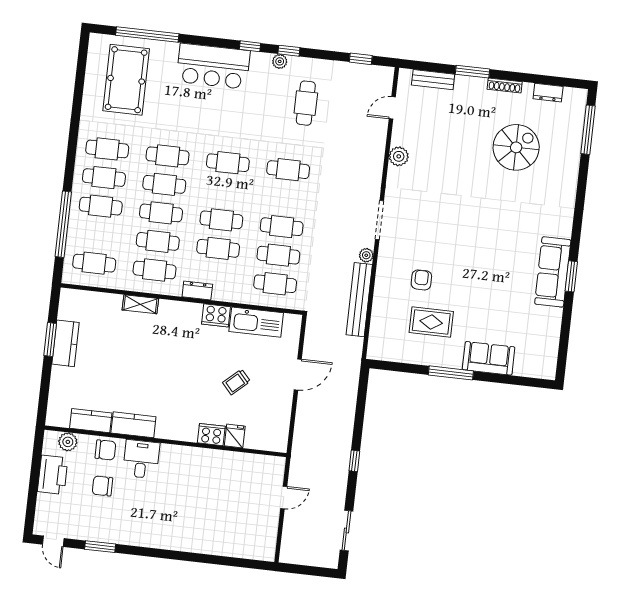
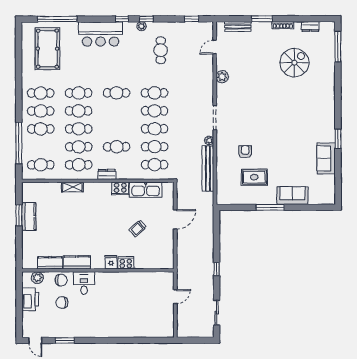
cafe table: (221, 220) -> (155, 111), moved
sofa: (553, 272) -> (326, 158), moved, width x0.73
fridge: (235, 436) -> (111, 262), moved

